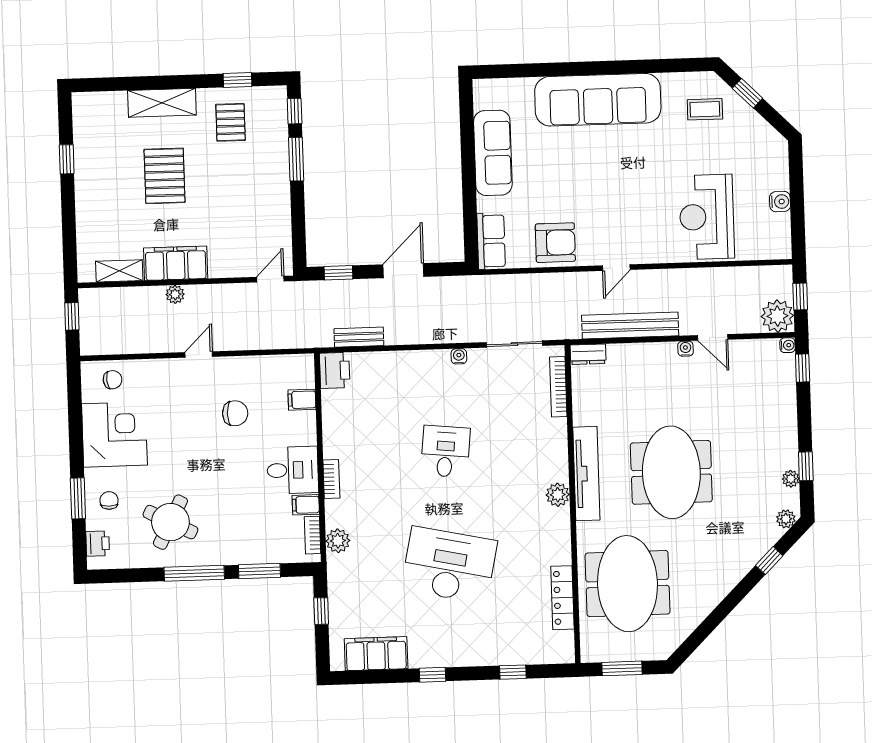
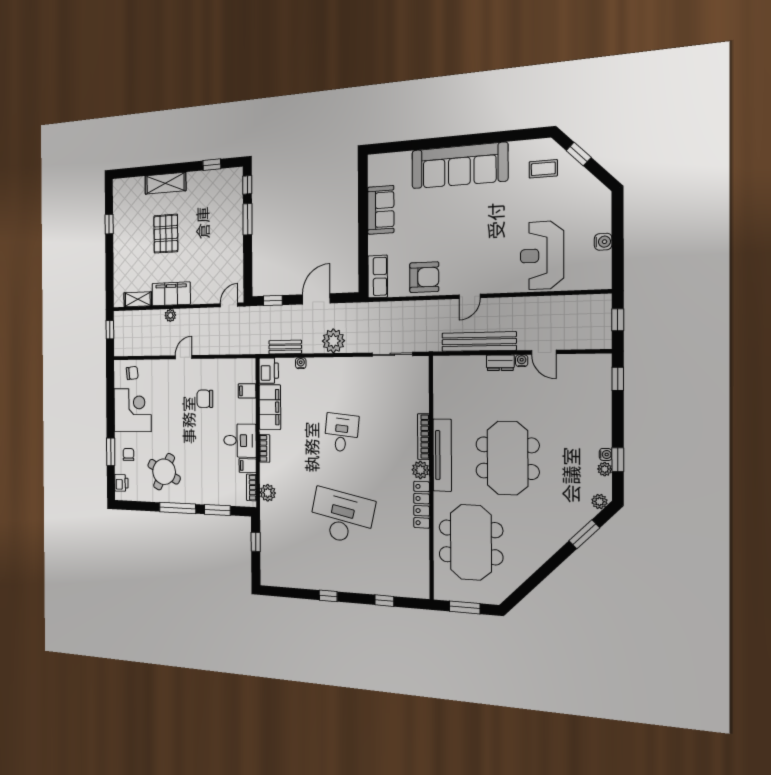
pallet: (231, 122) -> (207, 195), removed
sofa: (493, 153) -> (381, 210), width x0.73
plant: (777, 316) -> (333, 341), moved
water cooler: (788, 345) -> (606, 454), moved
dresser: (588, 354) -> (500, 363), moved
water cooler: (459, 356) -> (301, 363), moved
bookcase: (558, 387) -> (423, 437), moved
chair: (235, 413) -> (205, 399), turned 180
window: (769, 561) -> (584, 534), width x1.50
locker: (562, 598) -> (422, 505), moved
filing cabinet: (376, 654) -> (270, 407), moved, turned 90

